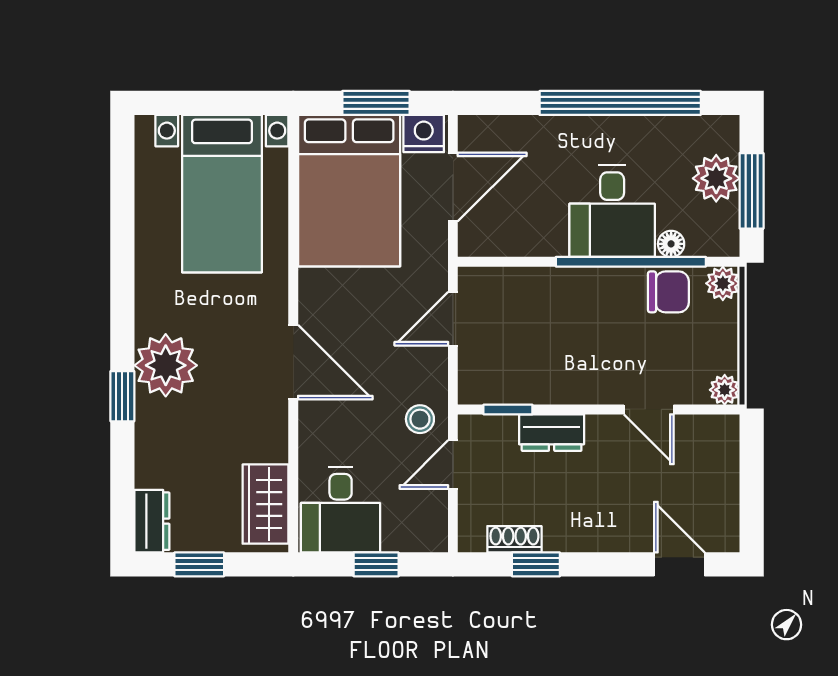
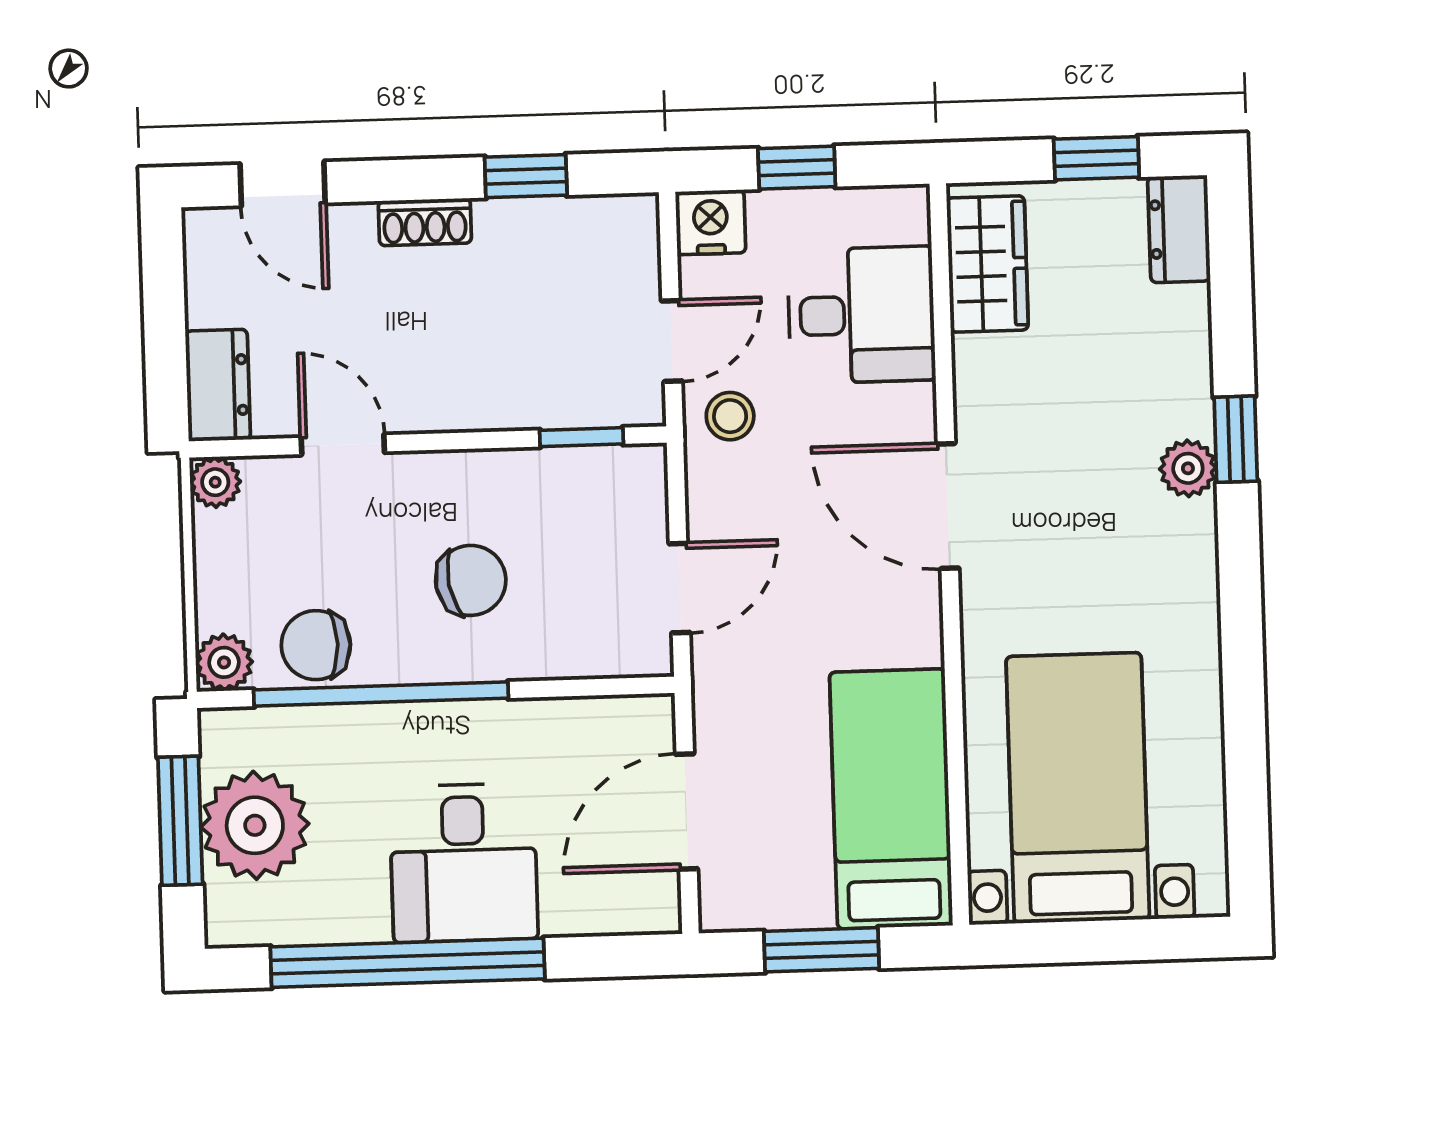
nightstand: (424, 134) -> (711, 222), moved, turned 180
plant: (716, 178) -> (255, 825), width x1.36, depth x1.36
bed: (349, 191) -> (891, 799), width x0.67
desk: (612, 211) -> (464, 863), moved, turned 180
floor lamp: (671, 244) -> (314, 727), removed
chair: (576, 327) -> (471, 580), added
plant: (166, 365) -> (1188, 468), width x0.53, depth x0.53
dresser: (552, 433) -> (218, 385), moved, turned 90
desk: (341, 510) -> (861, 315), moved, turned 90
shoe rack: (514, 539) -> (425, 222), moved

